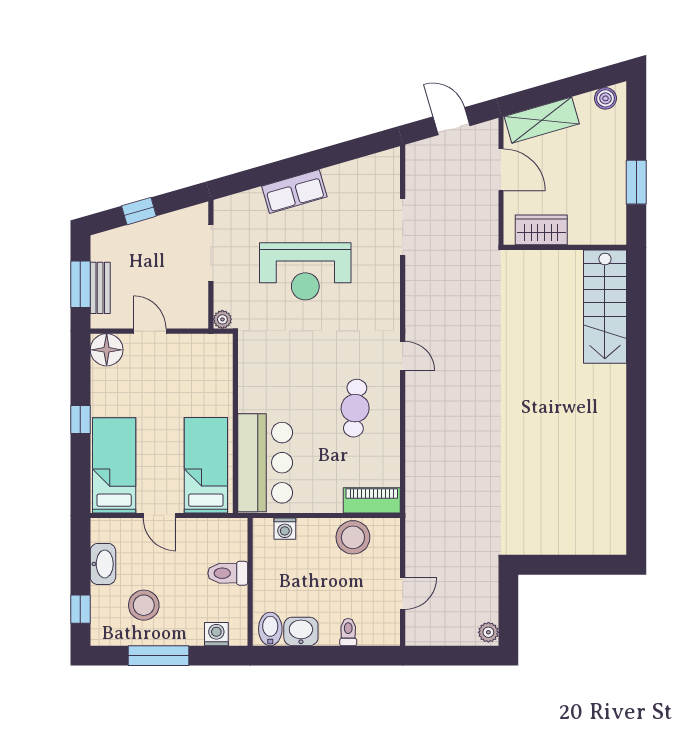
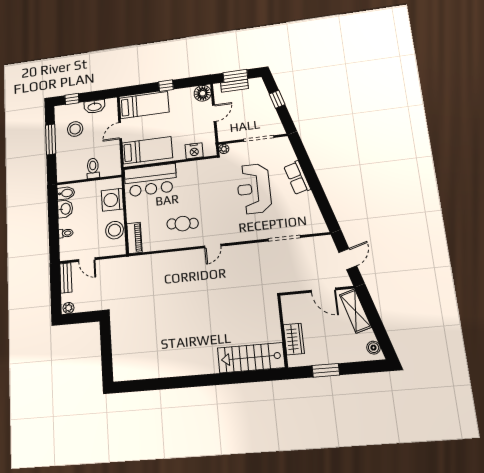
door: (501, 170) -> (323, 290), hinge flipped
wardrobe: (541, 230) -> (294, 339), moved
nightstand: (219, 375) -> (194, 151), added
washing machine: (285, 529) -> (112, 200), width x1.89, depth x1.89
washing machine: (216, 634) -> (62, 166), removed
bench: (433, 635) -> (66, 278), added

